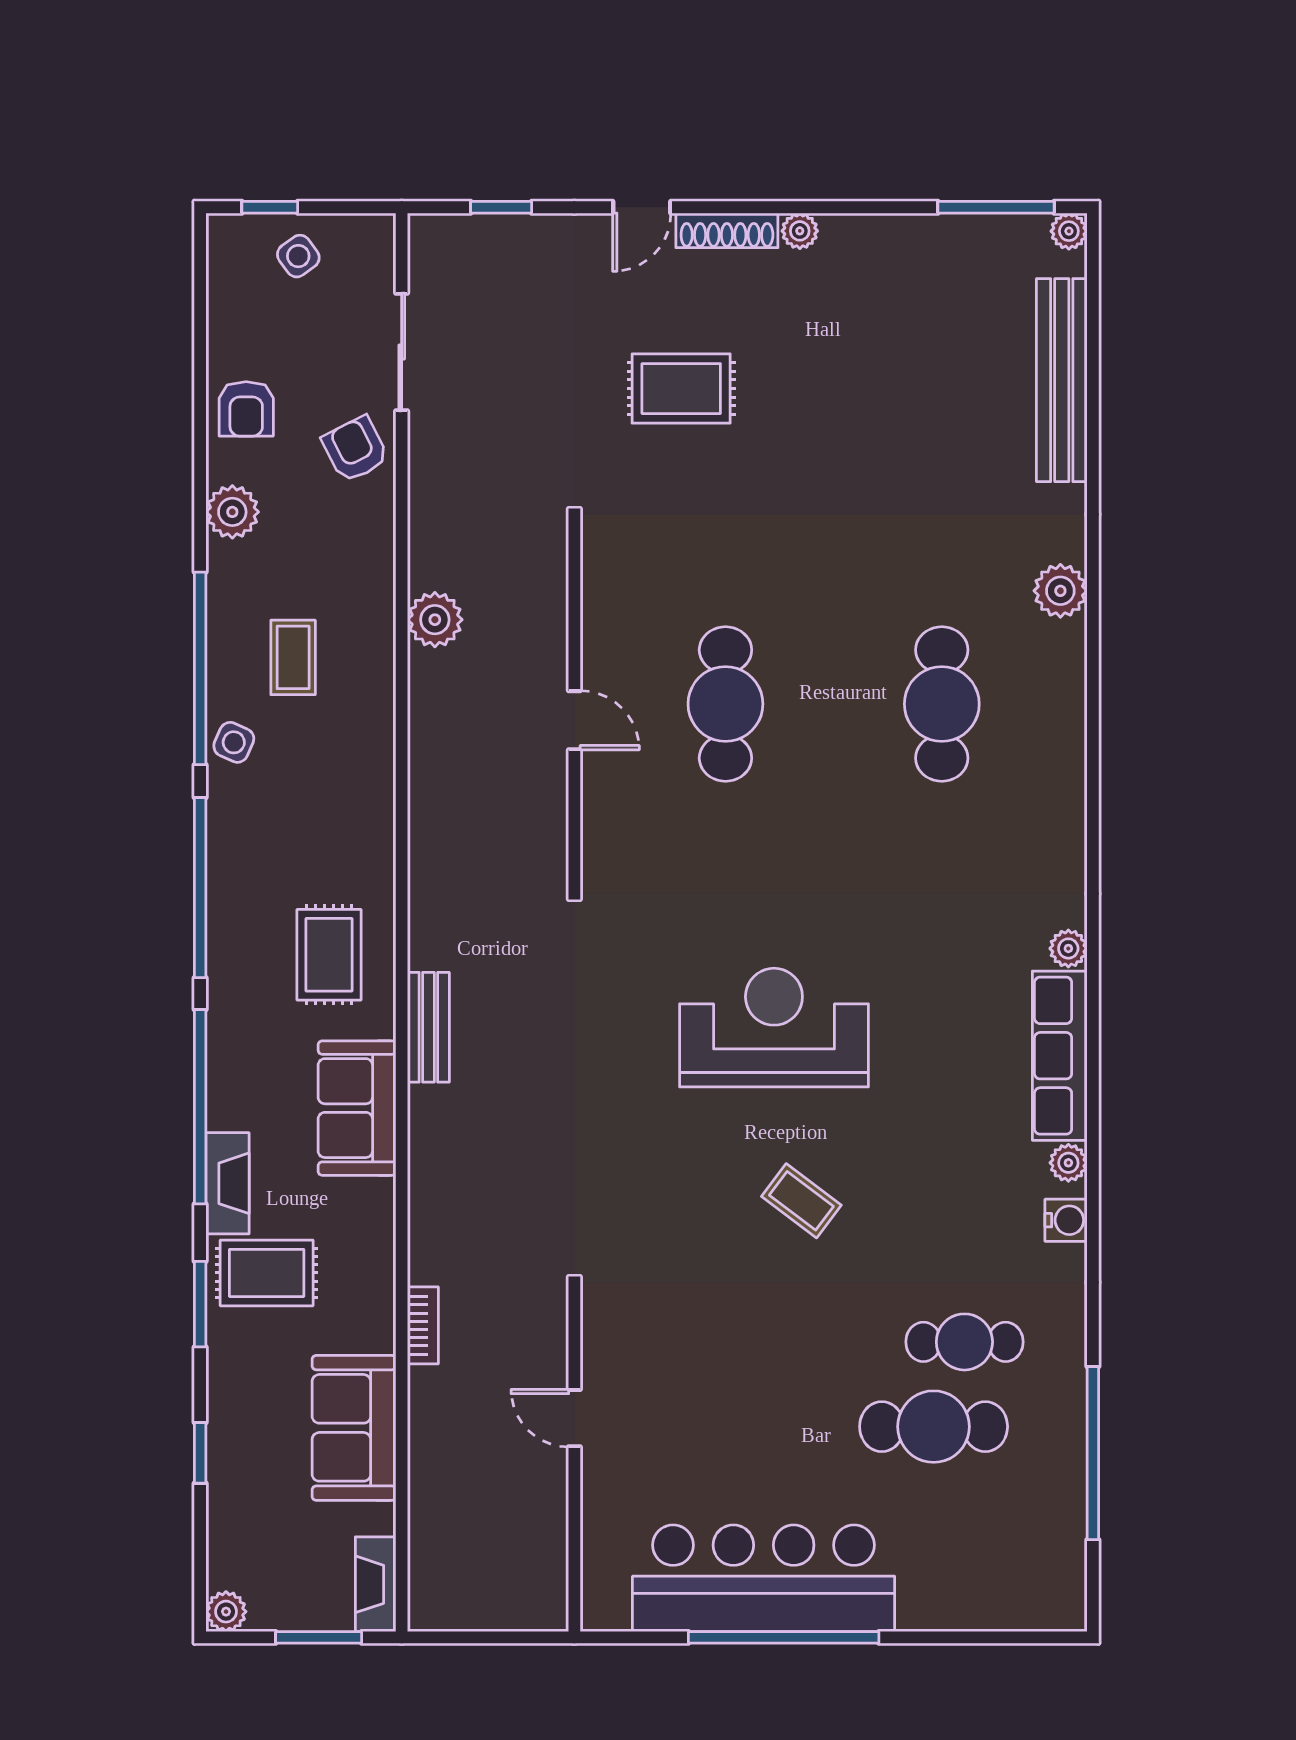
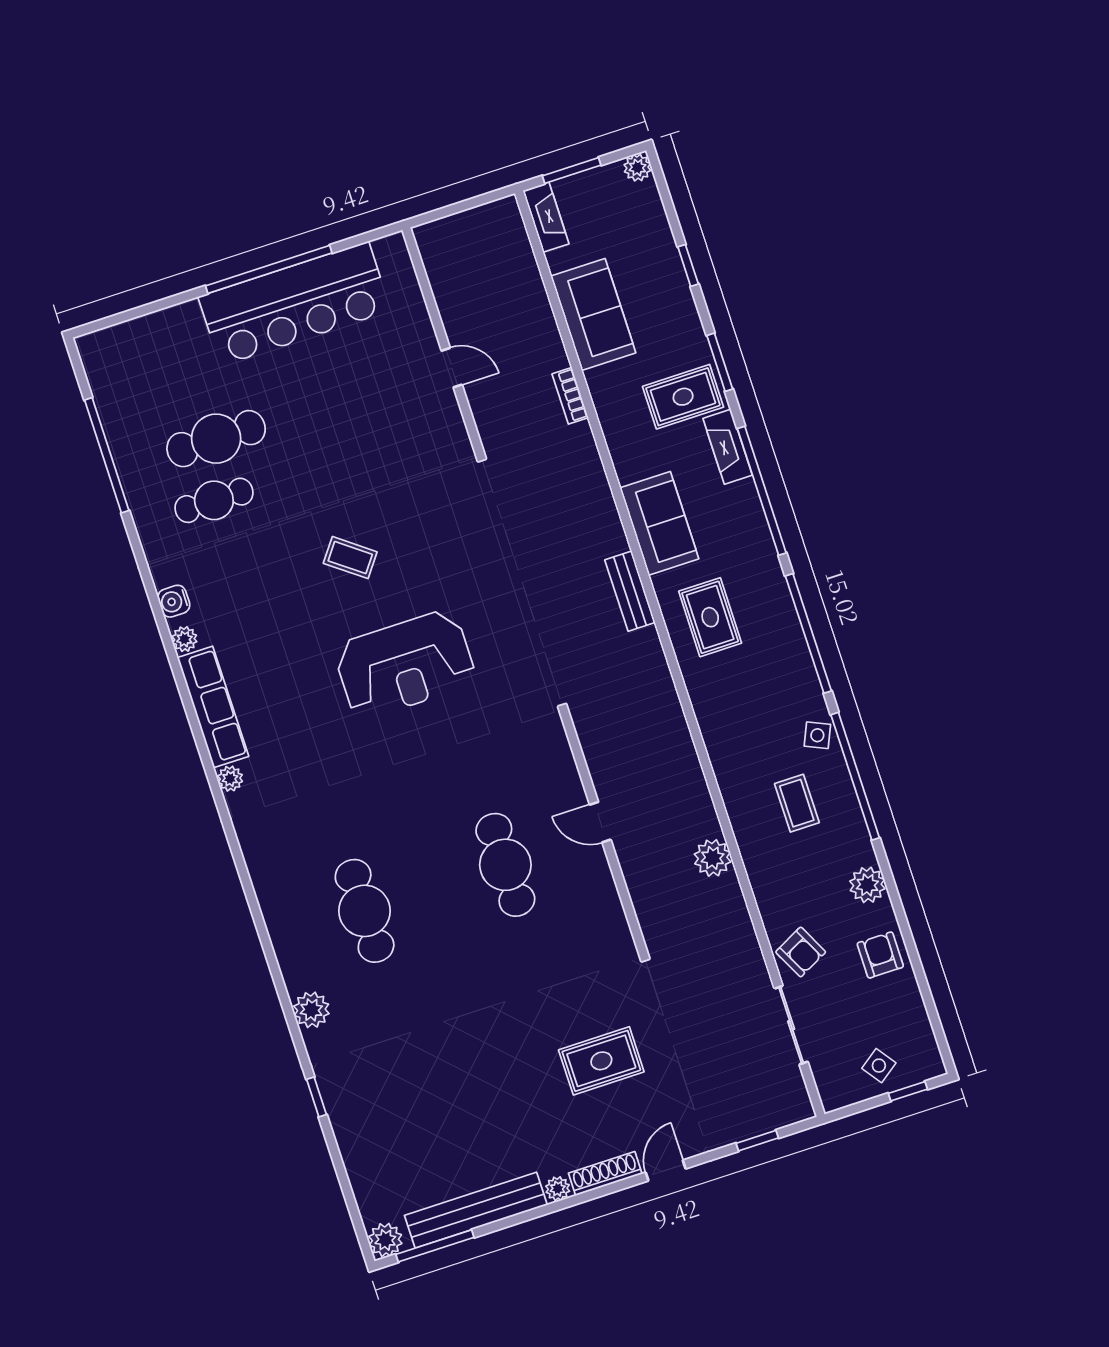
plant: (1069, 231) -> (385, 1240), width x1.38, depth x1.38
bench: (1062, 380) -> (476, 1210), moved, turned 90
window: (1093, 468) -> (317, 1097), added

